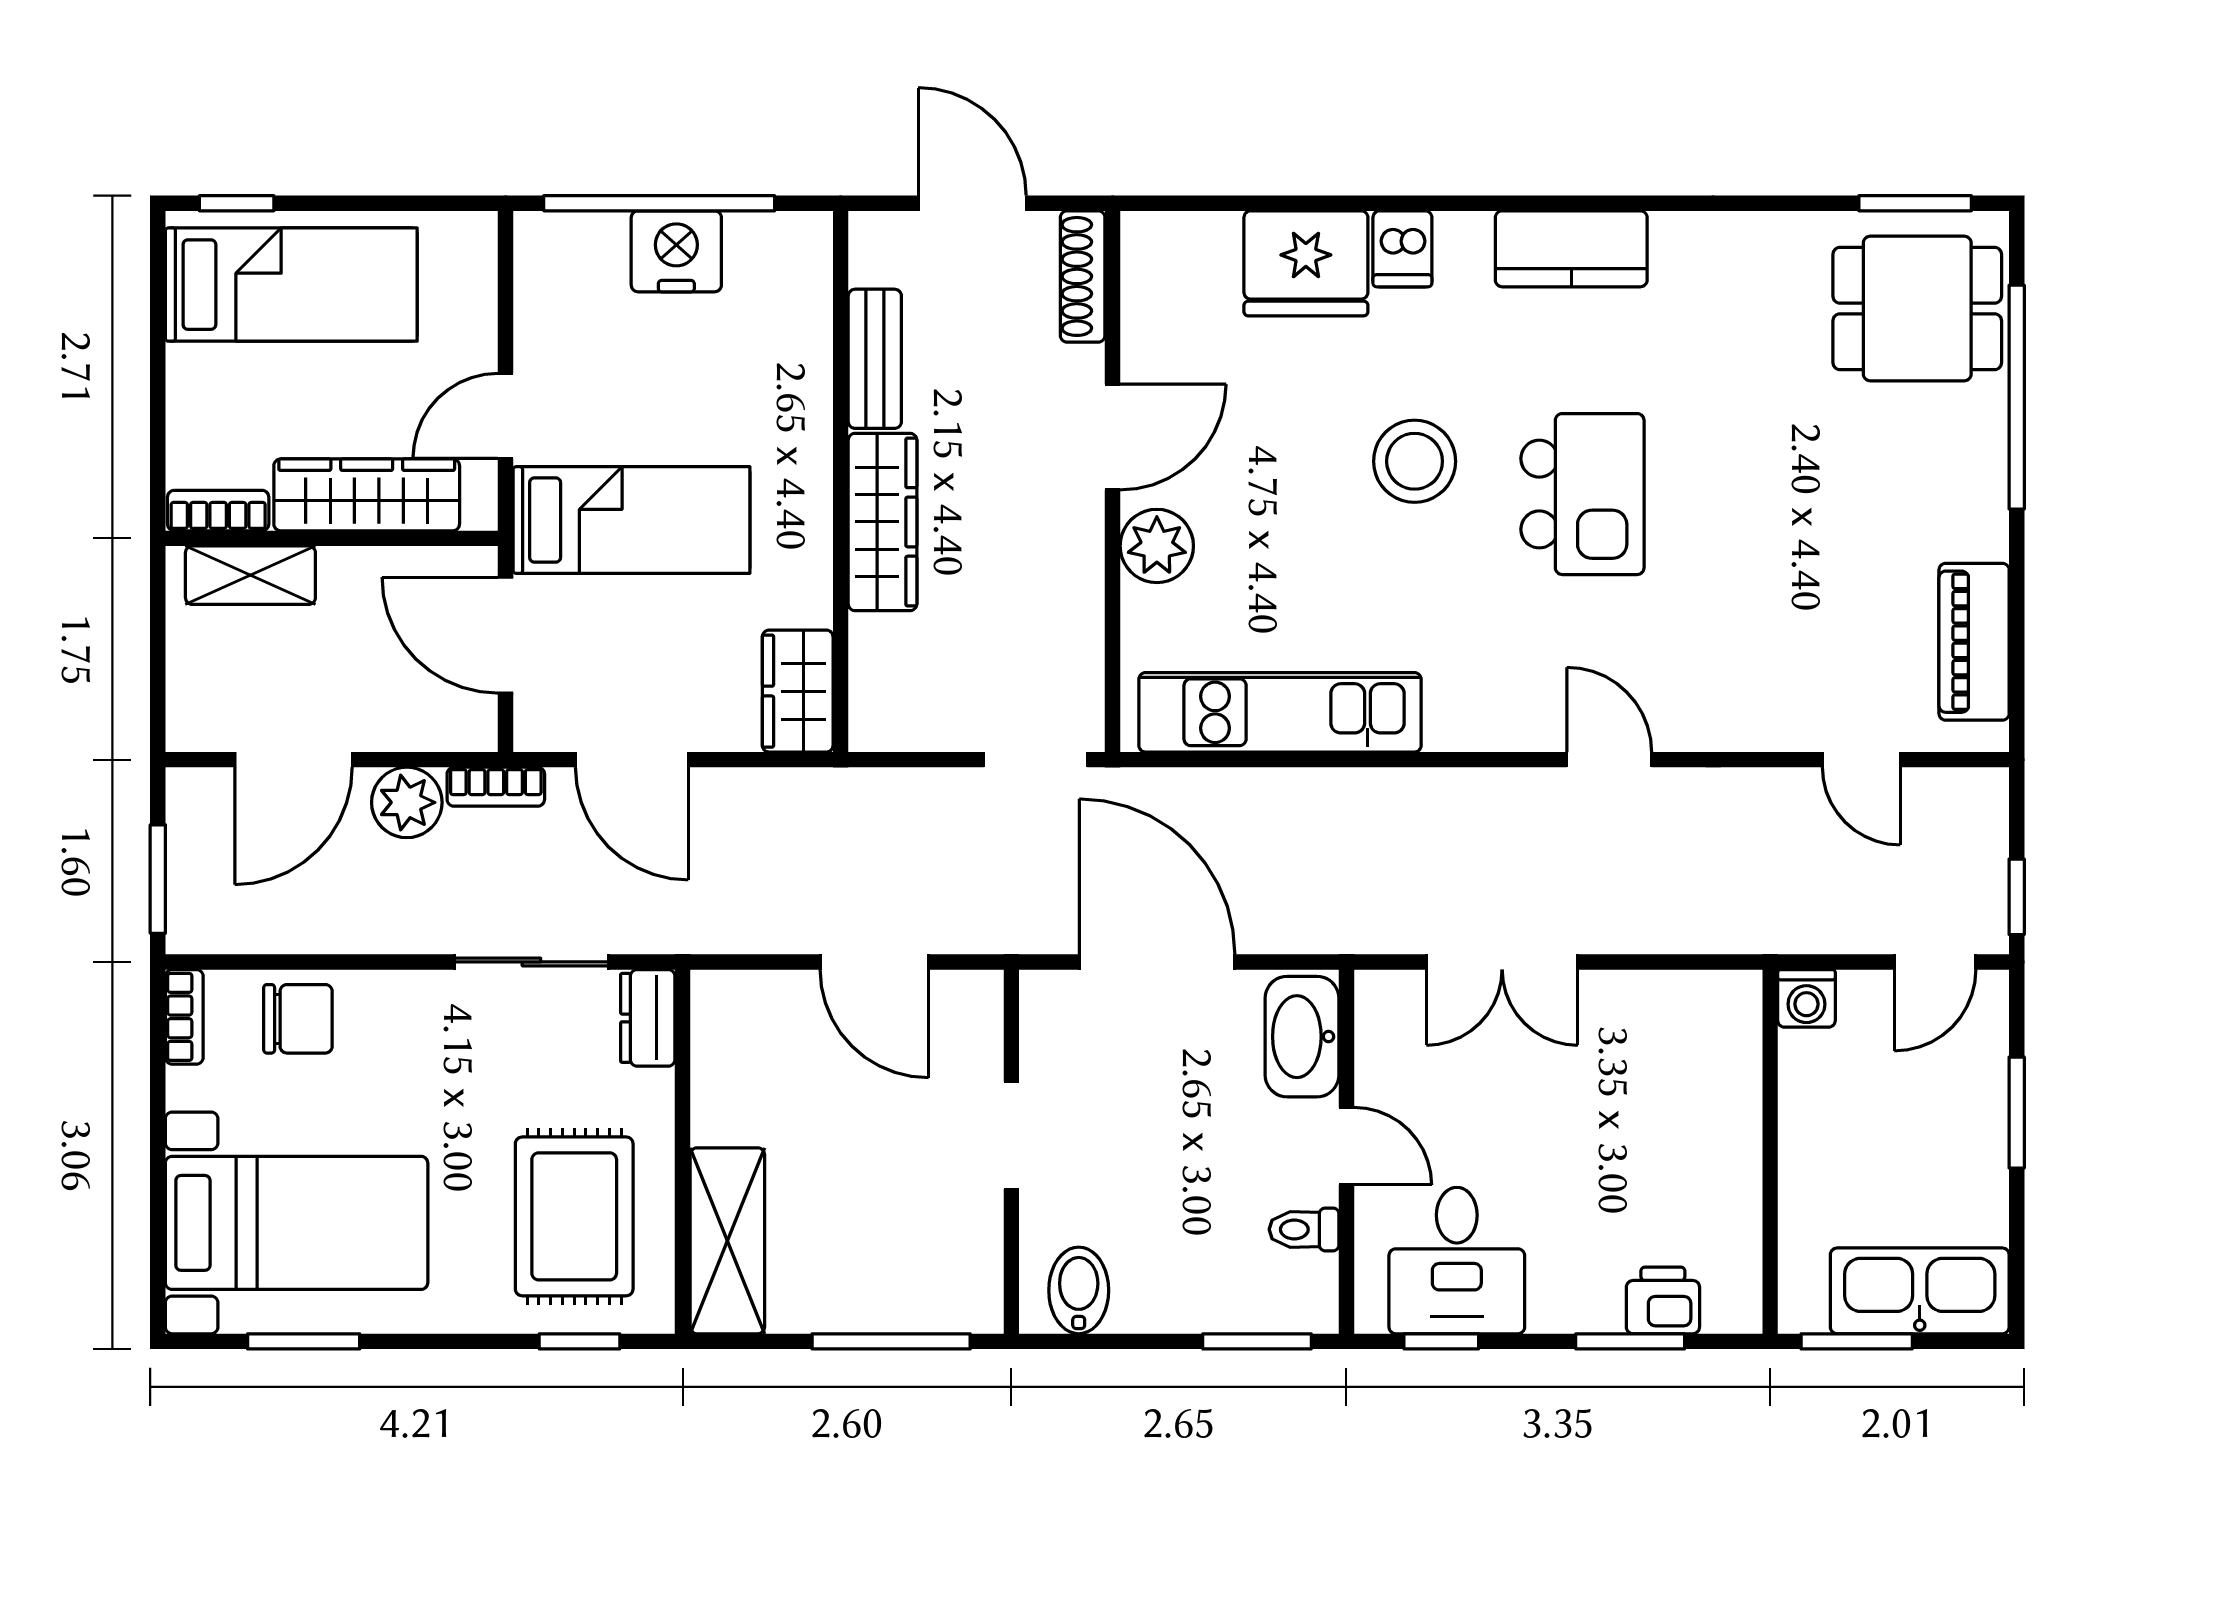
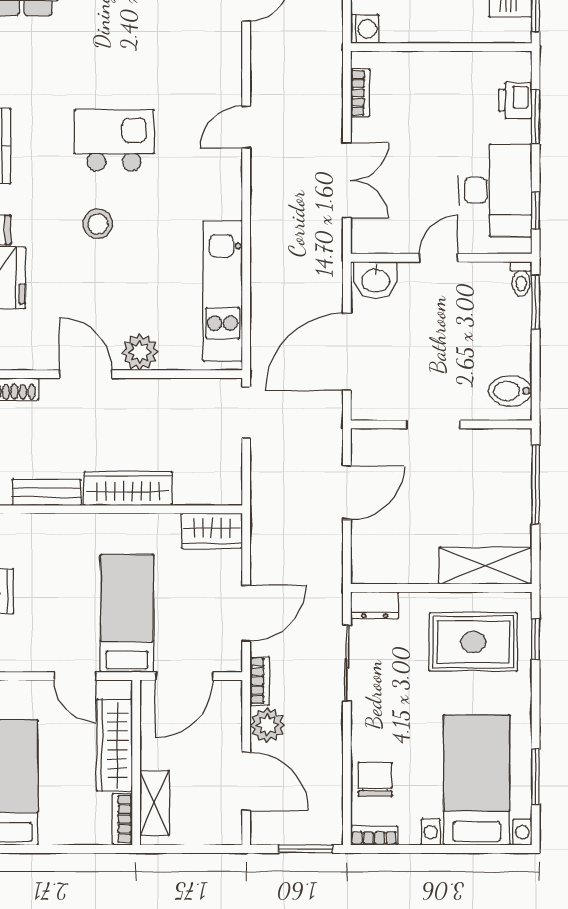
stool: (1415, 461) -> (98, 224), width x0.73, depth x0.73
bookcase: (1678, 989) -> (360, 93), added
washbasin: (1302, 1037) -> (376, 280), width x0.72
toilet: (1304, 1229) -> (521, 279), moved
desk: (1457, 1261) -> (495, 190), width x1.37

